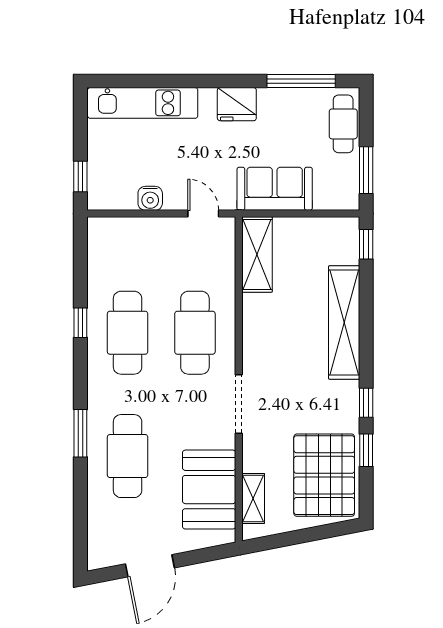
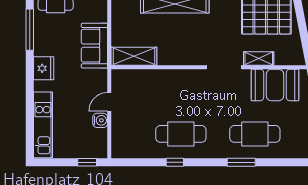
door: (203, 214) -> (109, 102), moved
cafe table: (195, 333) -> (181, 93), removed
shelving: (253, 498) -> (259, 59), moved

